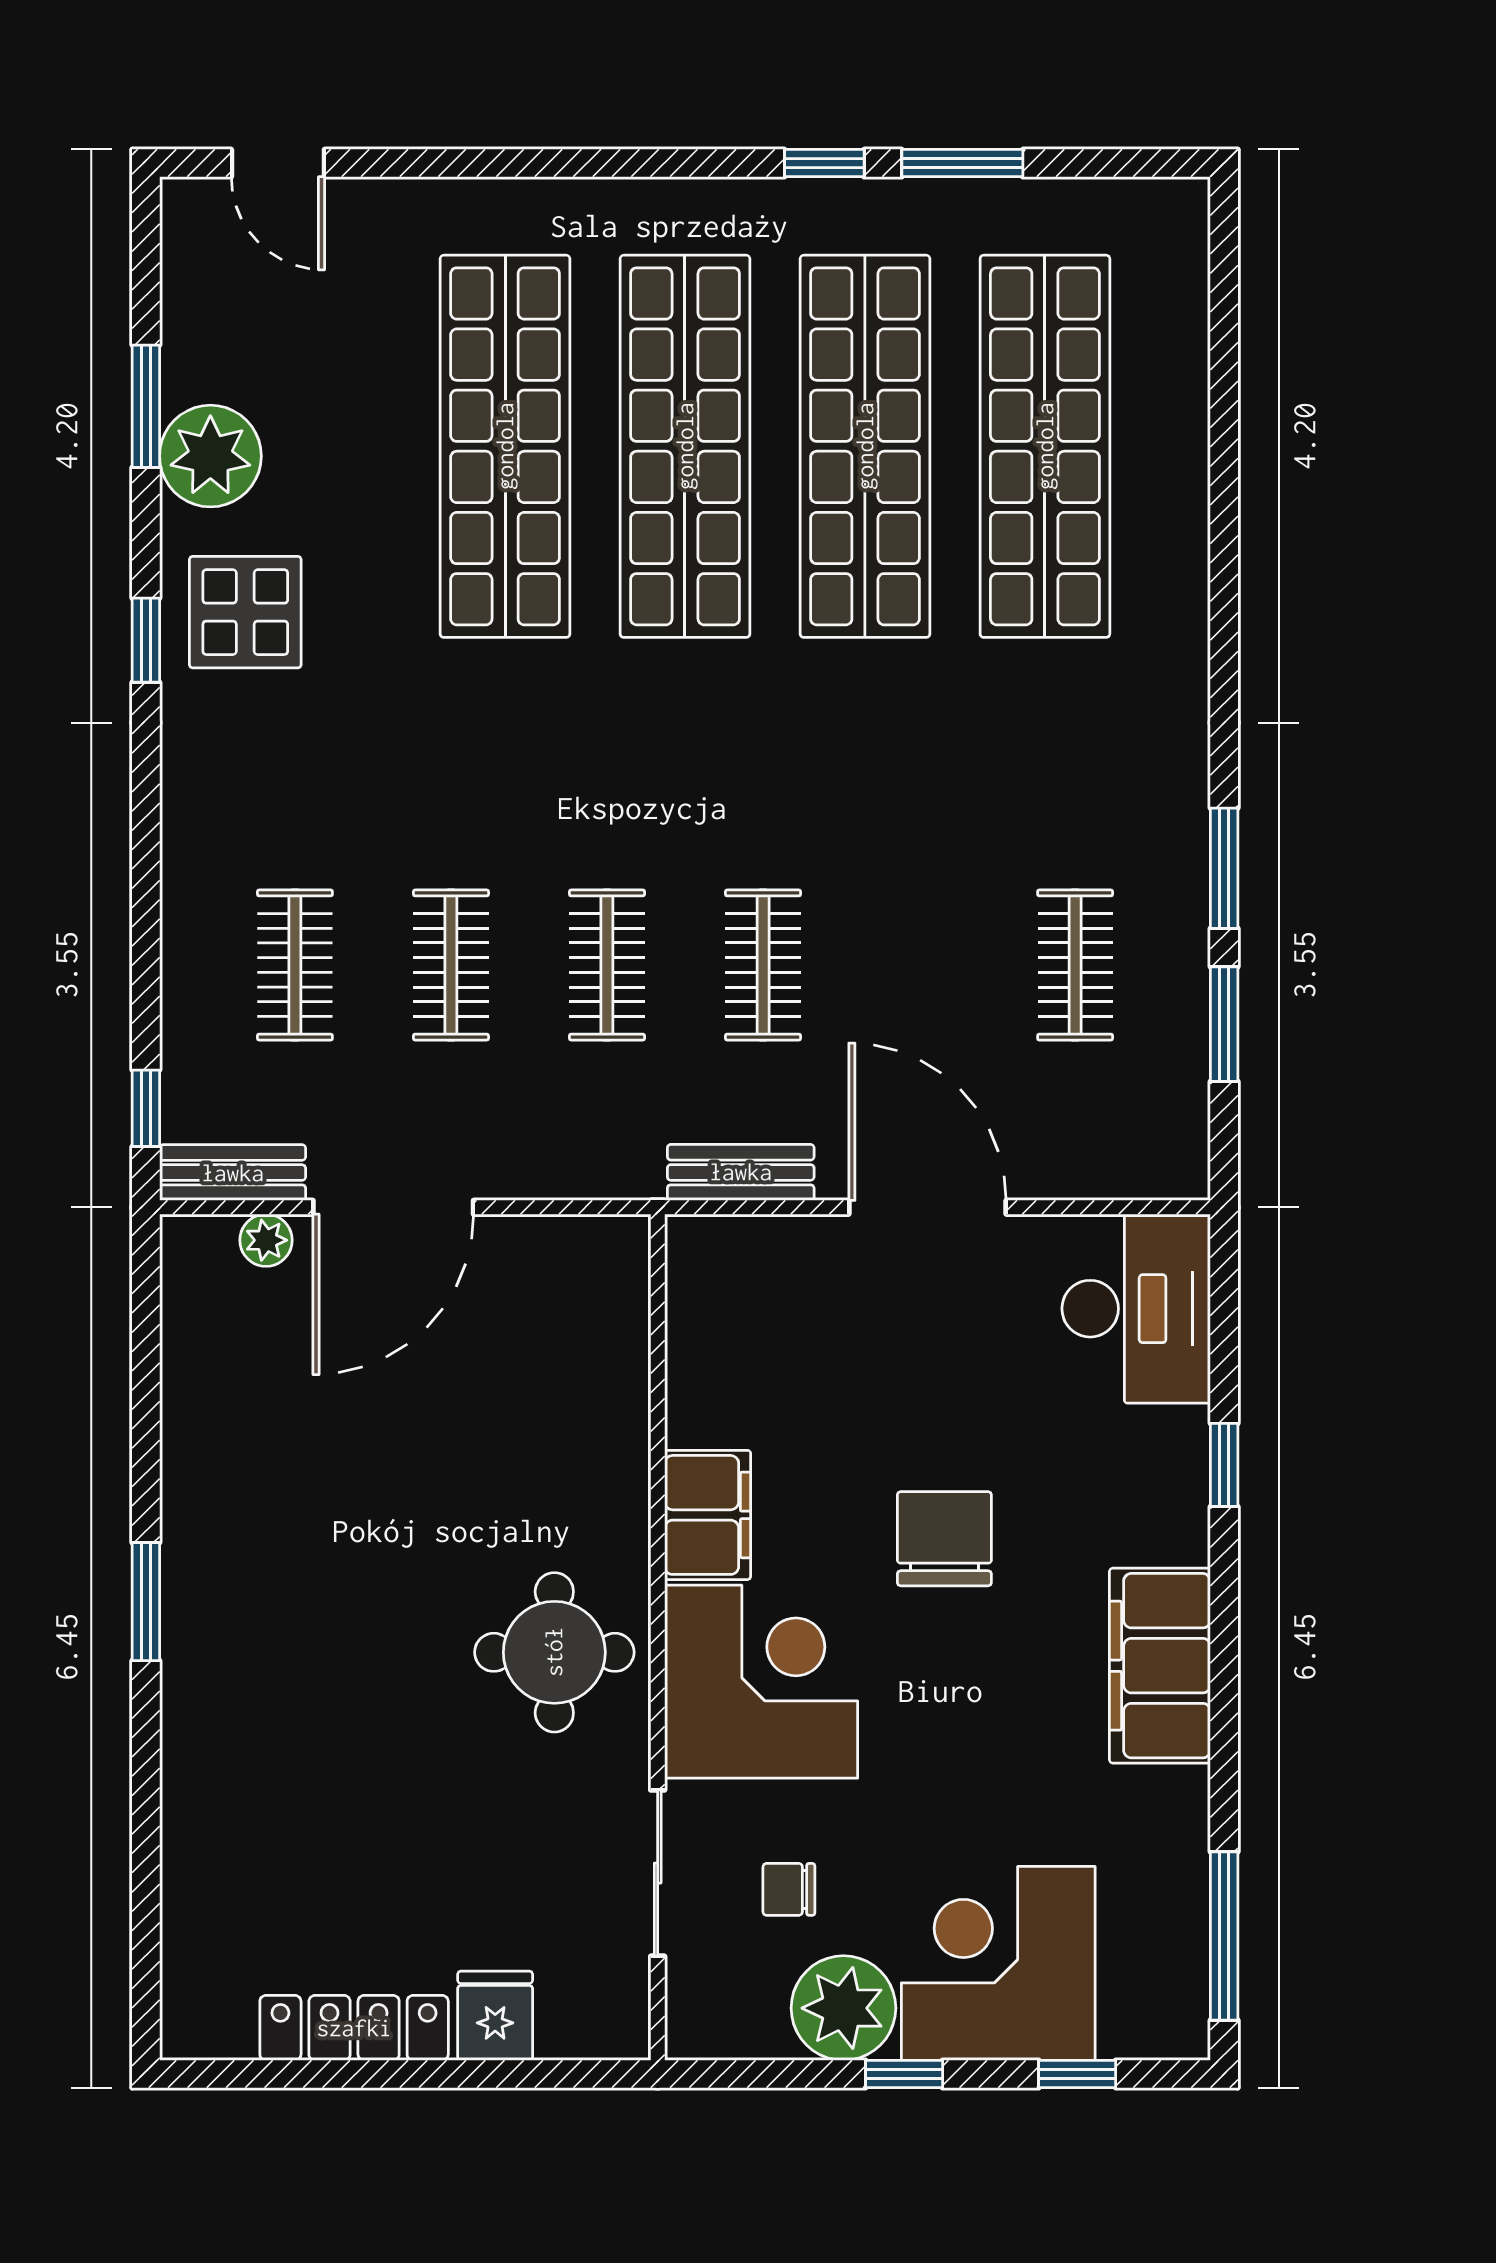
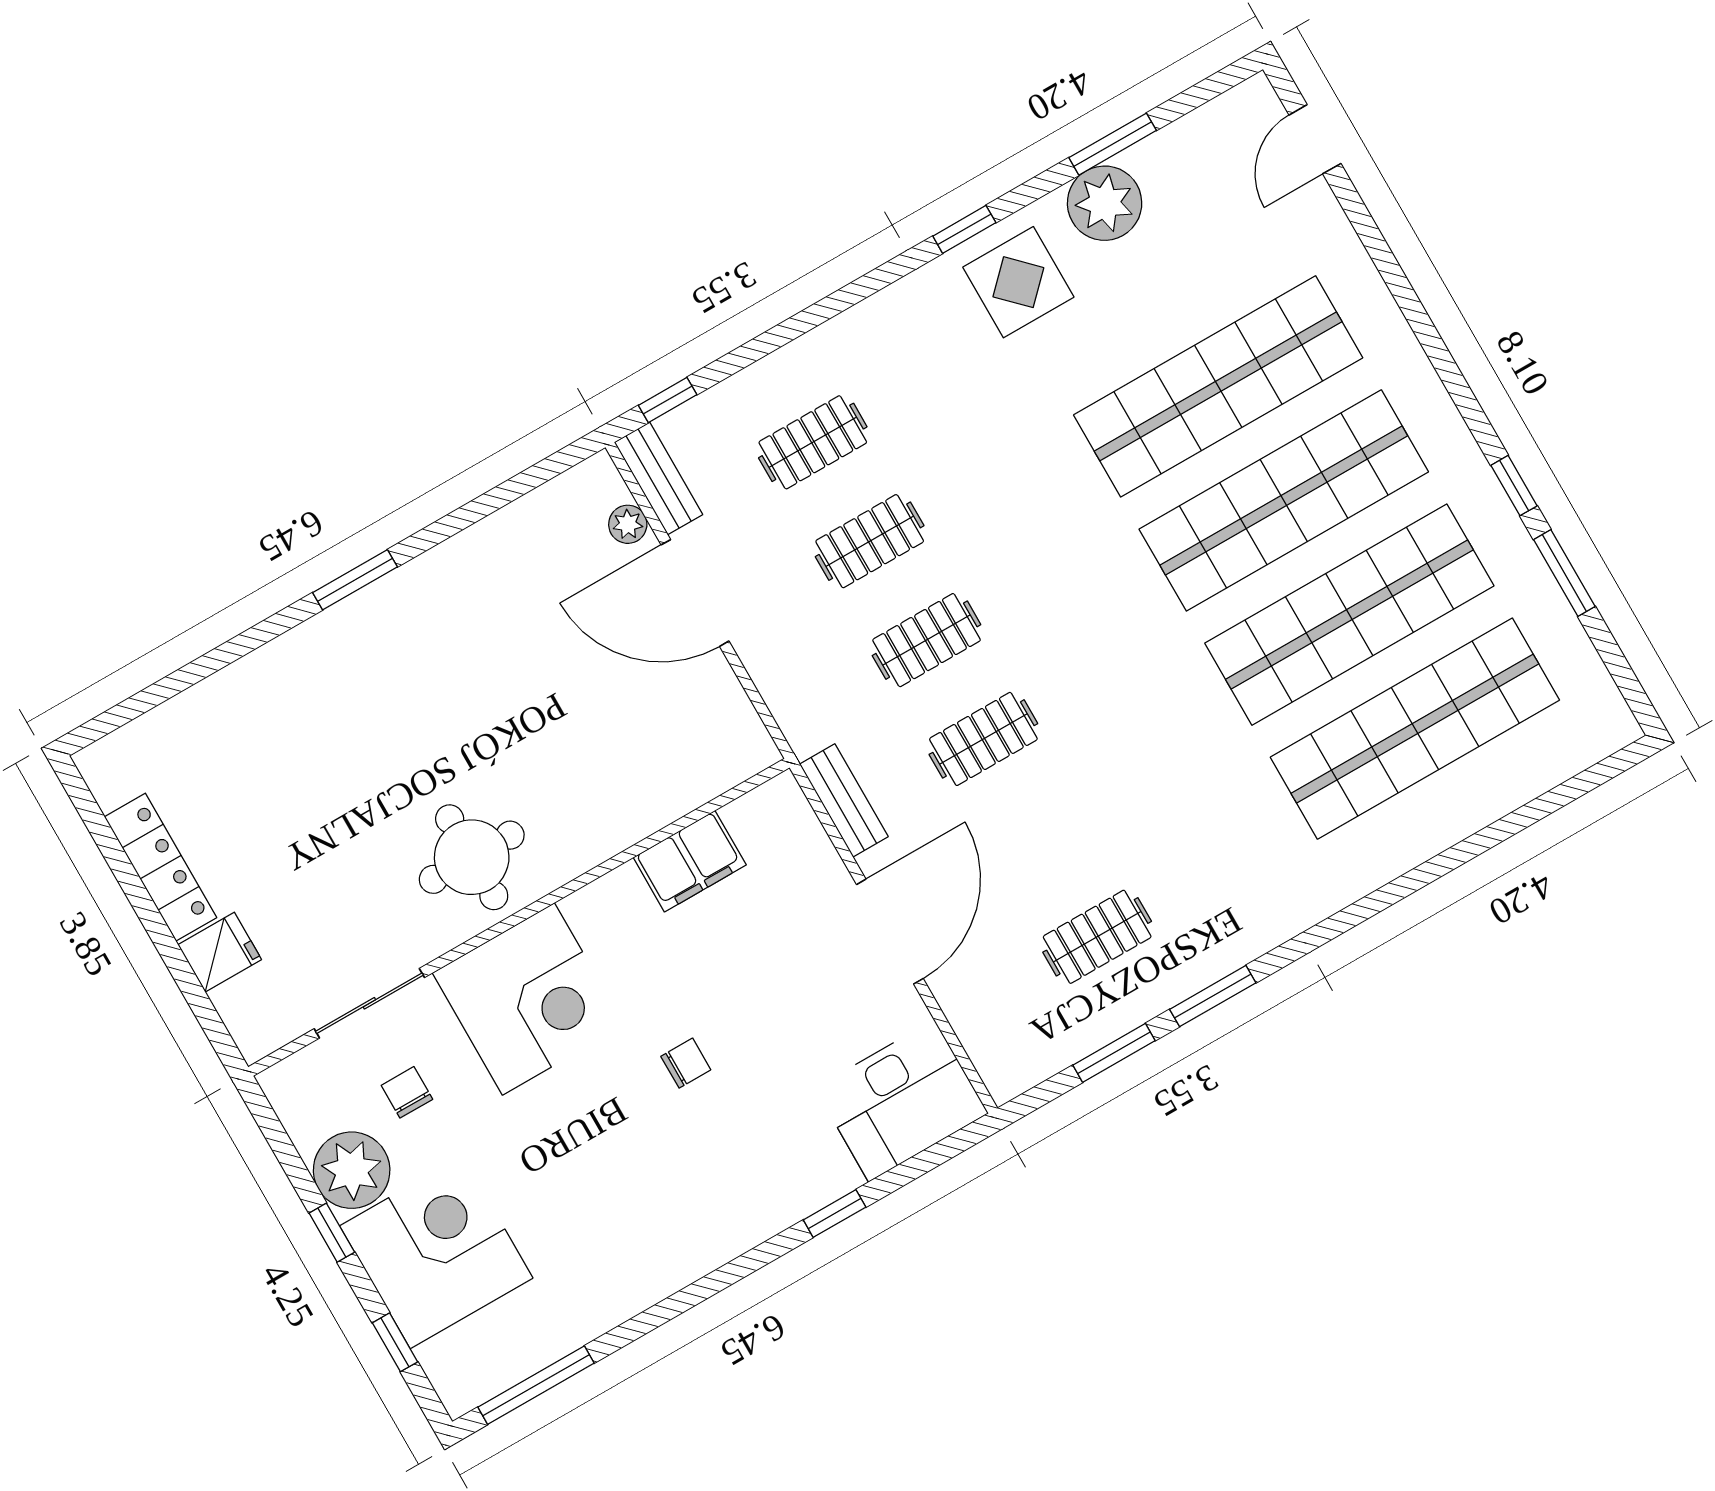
filing cabinet: (708, 1515) -> (690, 861), moved
chair: (944, 1539) -> (686, 1063), width x0.54, depth x0.54
filing cabinet: (1160, 1666) -> (684, 1246), removed

